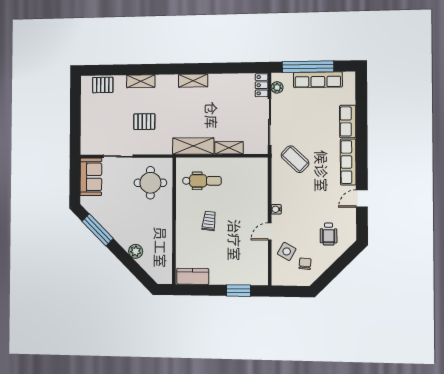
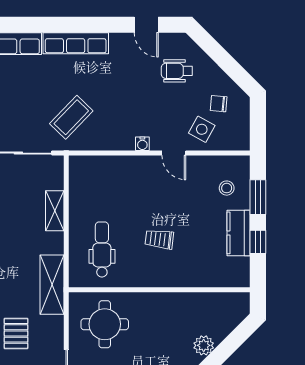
shelving: (193, 146) -> (52, 285), moved
door: (362, 199) -> (146, 25), moved
wheelchair: (329, 234) -> (177, 71), turned 180
stool: (245, 269) -> (227, 188), added
kitchen counter: (193, 276) -> (239, 233), moved
window: (207, 290) -> (258, 242), added

